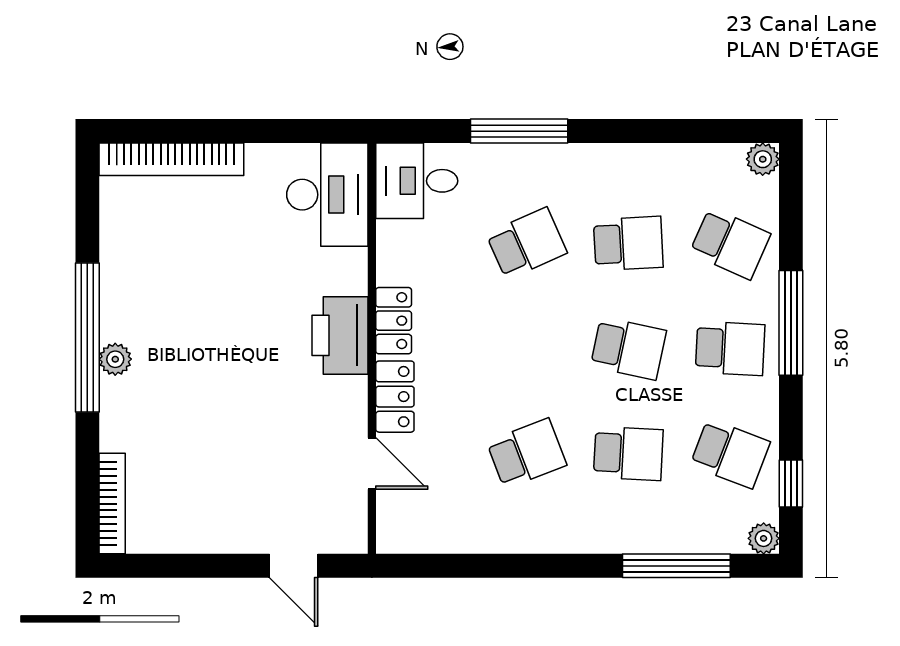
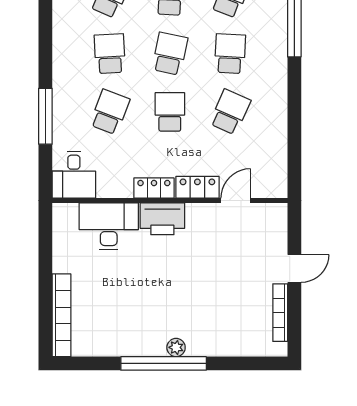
desk: (327, 195) -> (109, 226), moved
school desk: (527, 243) -> (110, 112), turned 45
school desk: (527, 348) -> (170, 112), added
school desk: (527, 453) -> (230, 112), turned 45
bookcase: (112, 504) -> (280, 313), moved, turned -90
door: (294, 566) -> (294, 268), moved

